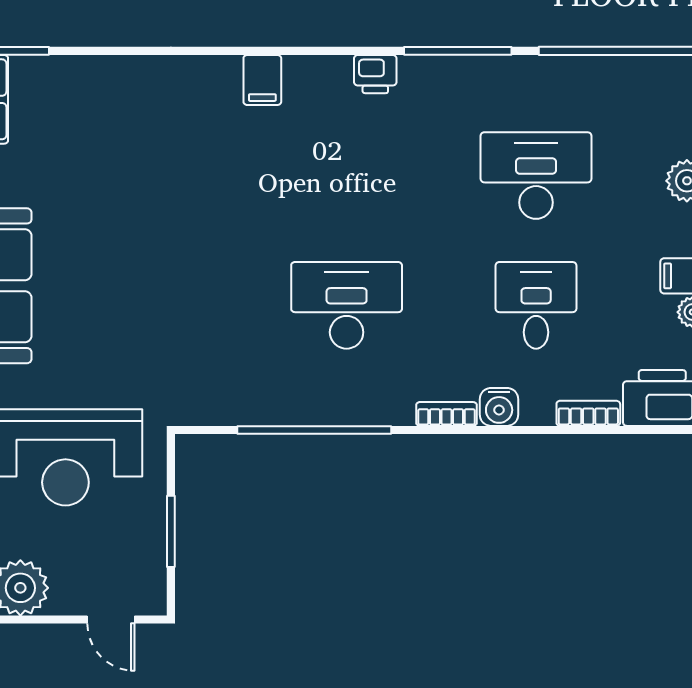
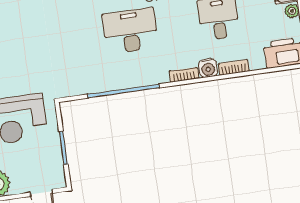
bookcase: (588, 413) -> (234, 67), moved

